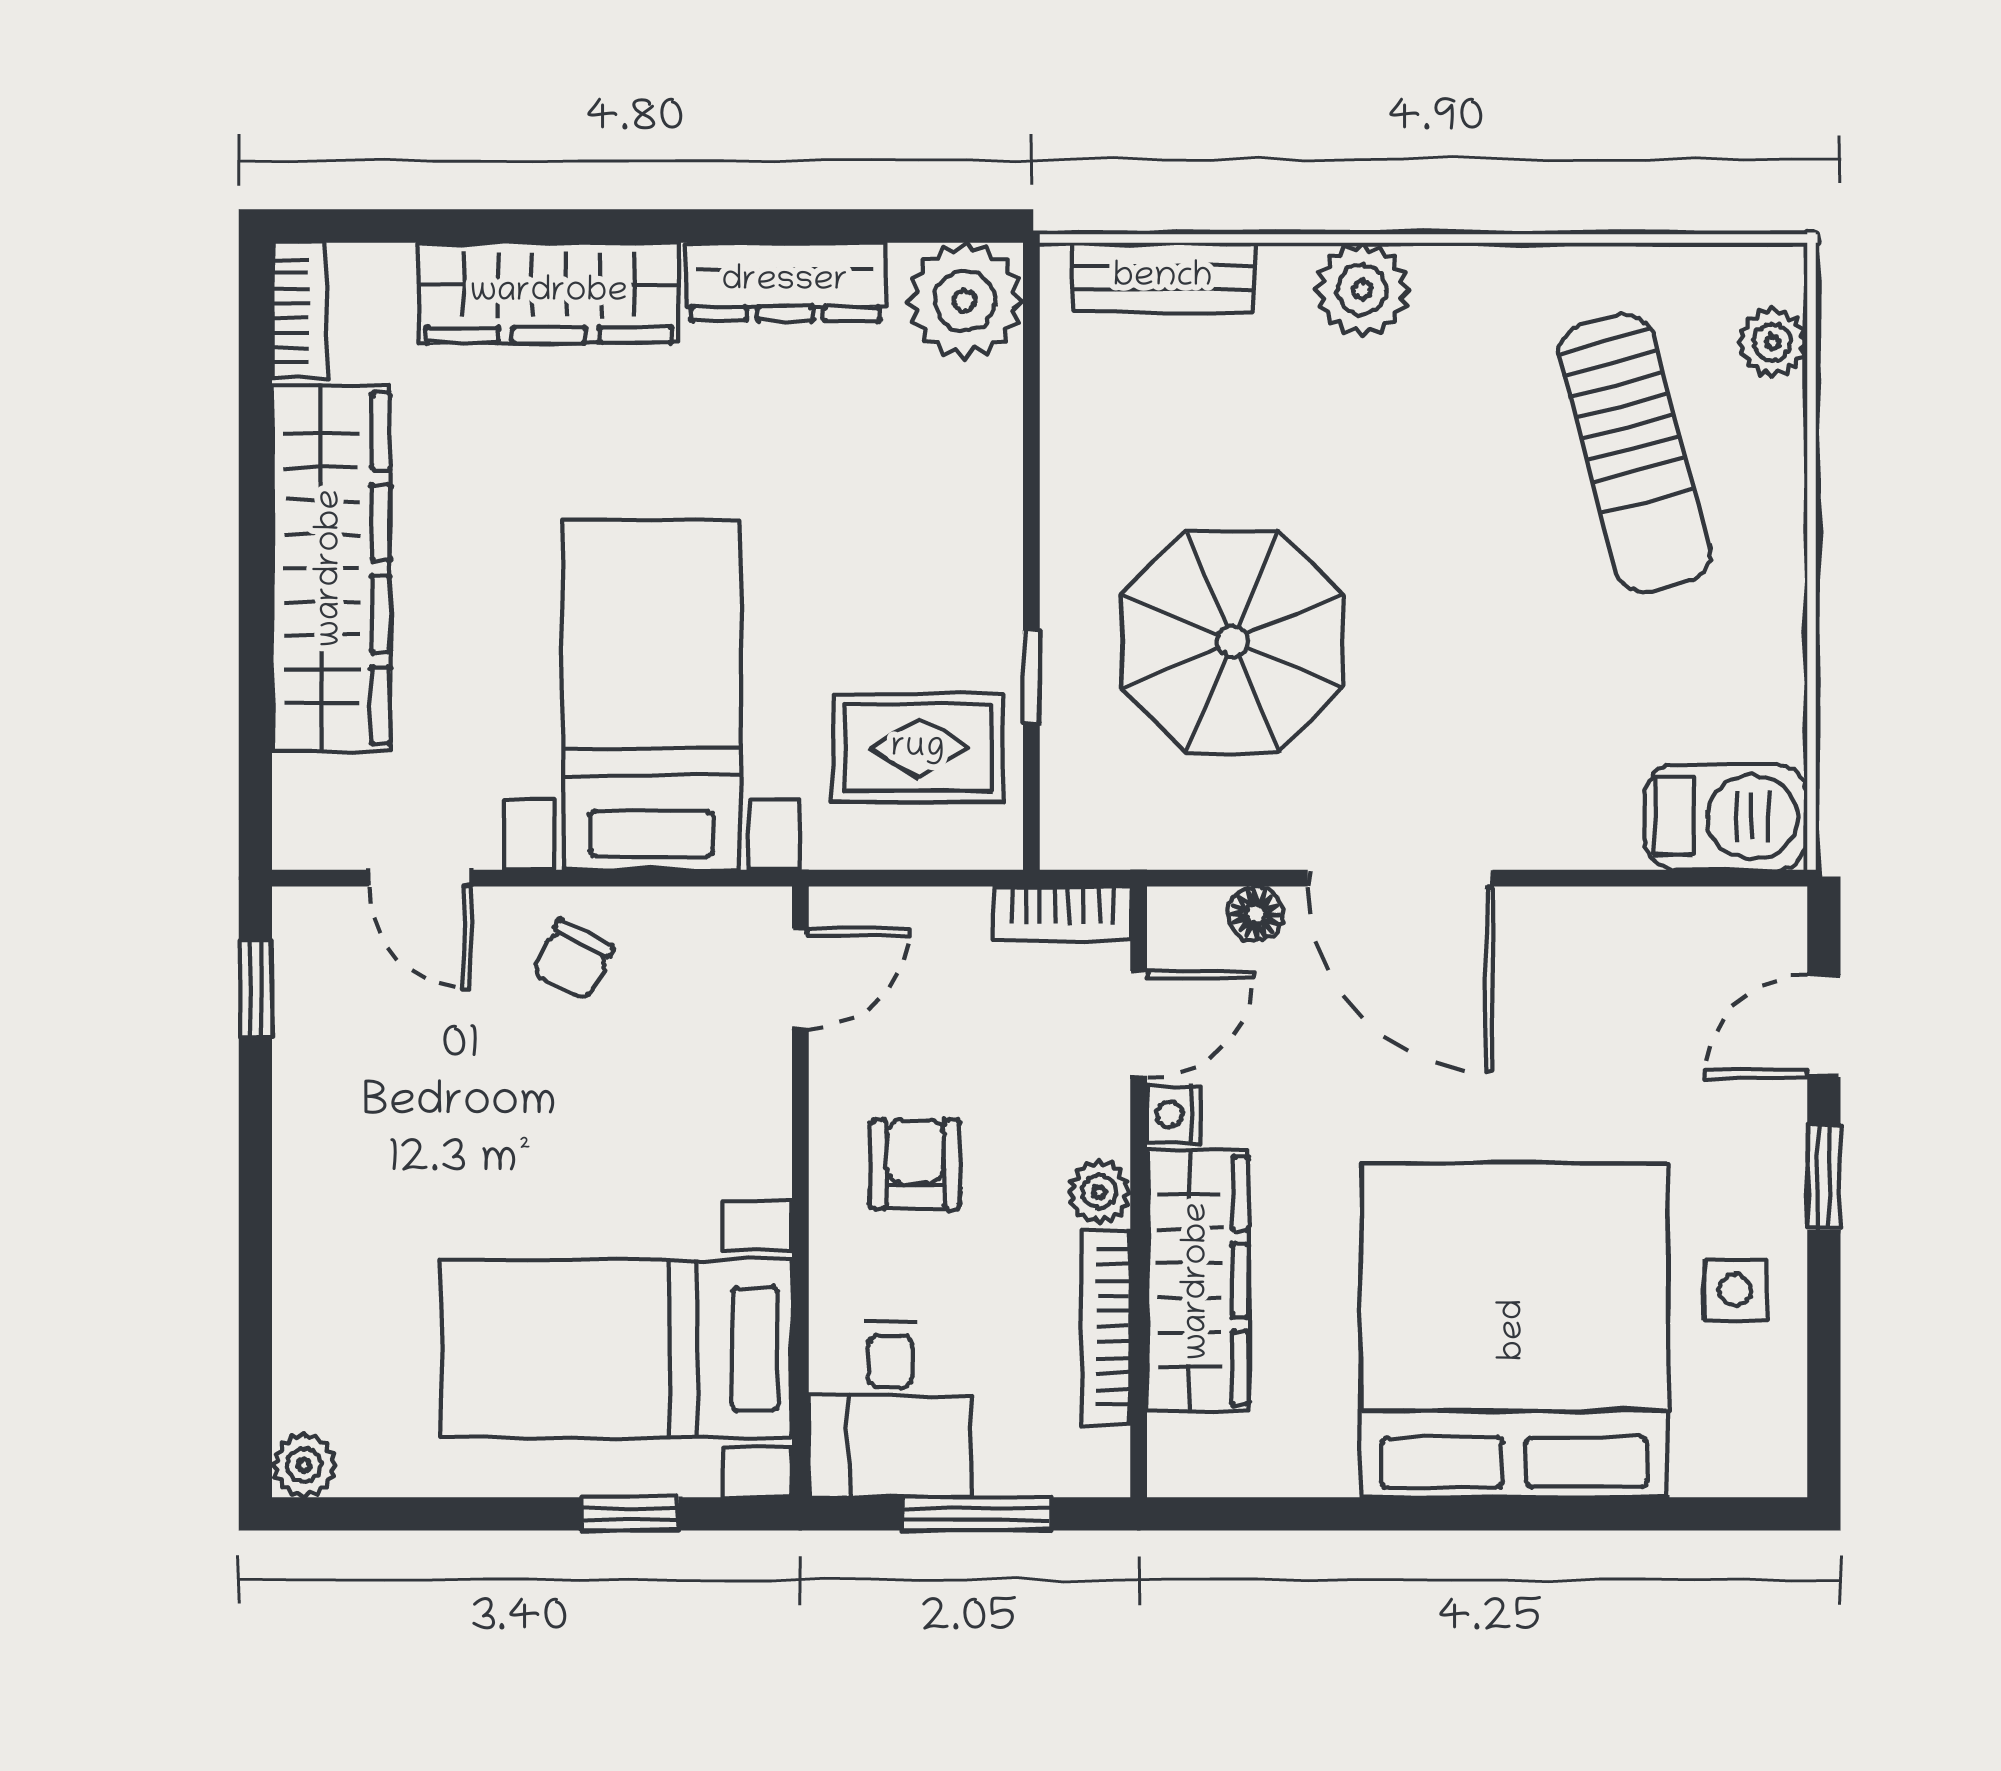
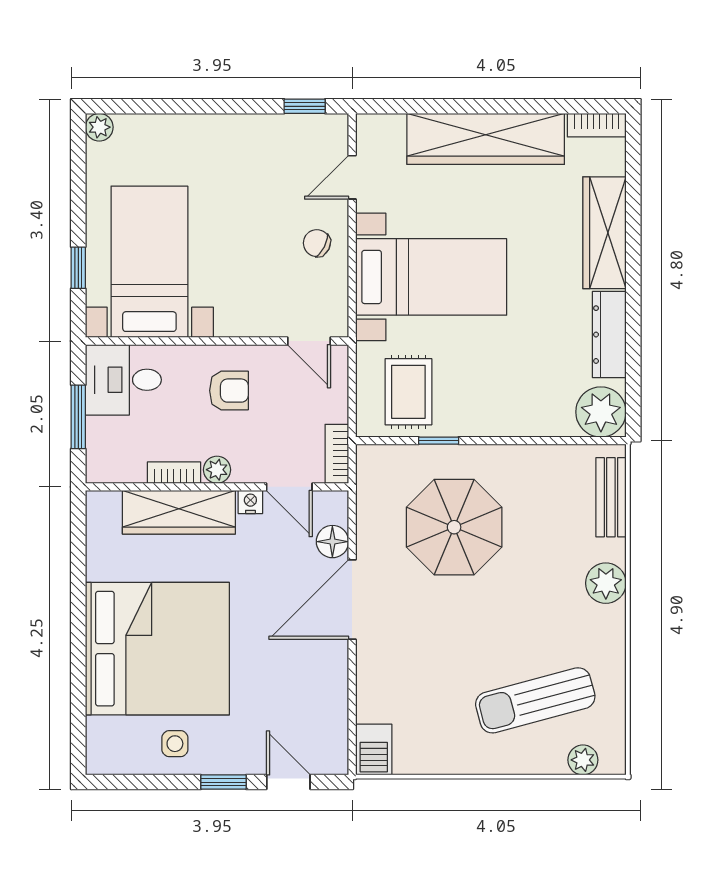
barbecue: (1726, 817) -> (374, 750), width x0.73, depth x0.79
floor lamp: (1256, 914) -> (332, 542), width x1.37, depth x1.37
bookcase: (1106, 1327) -> (174, 473), width x0.64

